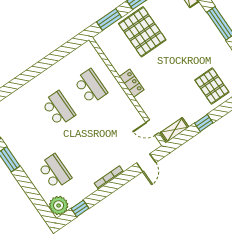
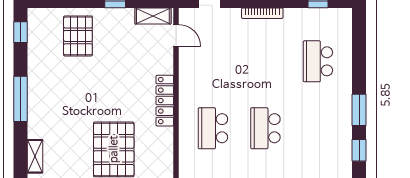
locker: (132, 83) -> (165, 101), width x1.53
plant: (59, 206) -> (339, 21), removed

